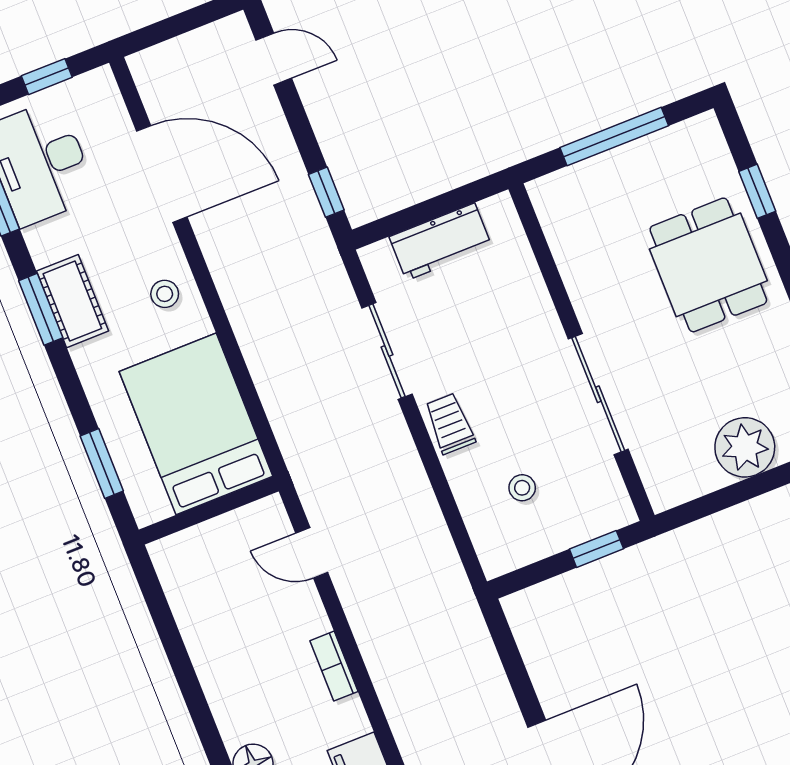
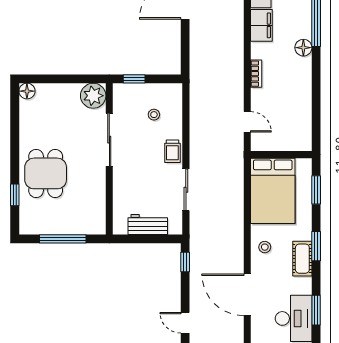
window: (41, 309) -> (316, 246), moved
plant: (745, 447) -> (93, 96), moved

